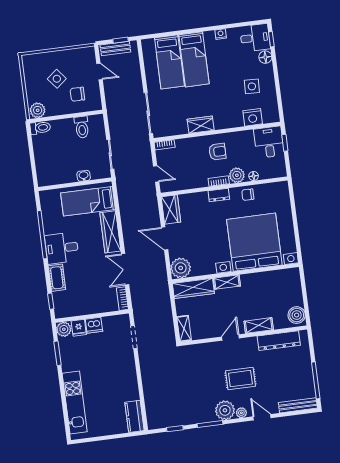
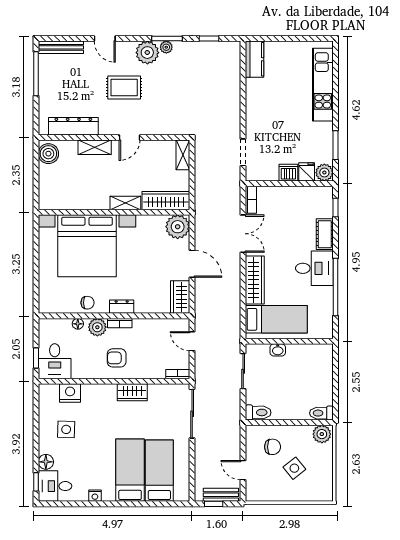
toilet: (82, 127) -> (258, 412), moved, turned 90
plant: (241, 413) -> (166, 47), moved

